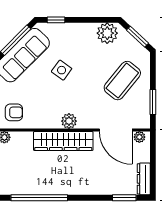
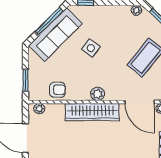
plant: (107, 33) -> (136, 10), width x0.53, depth x0.53
armchair: (14, 112) -> (57, 90), moved

